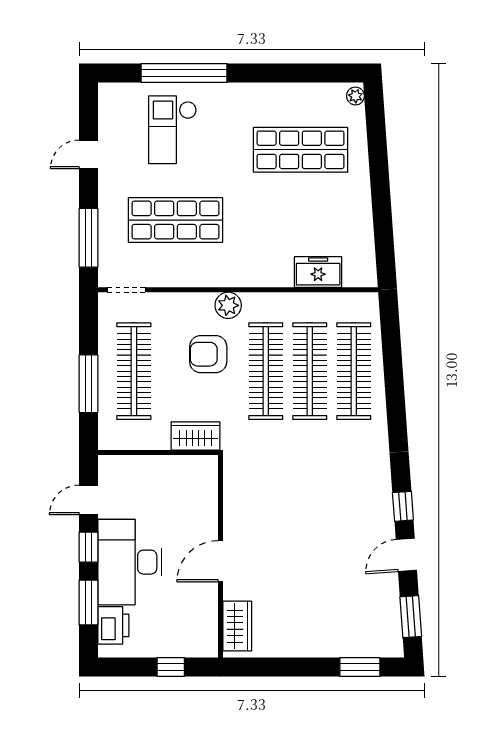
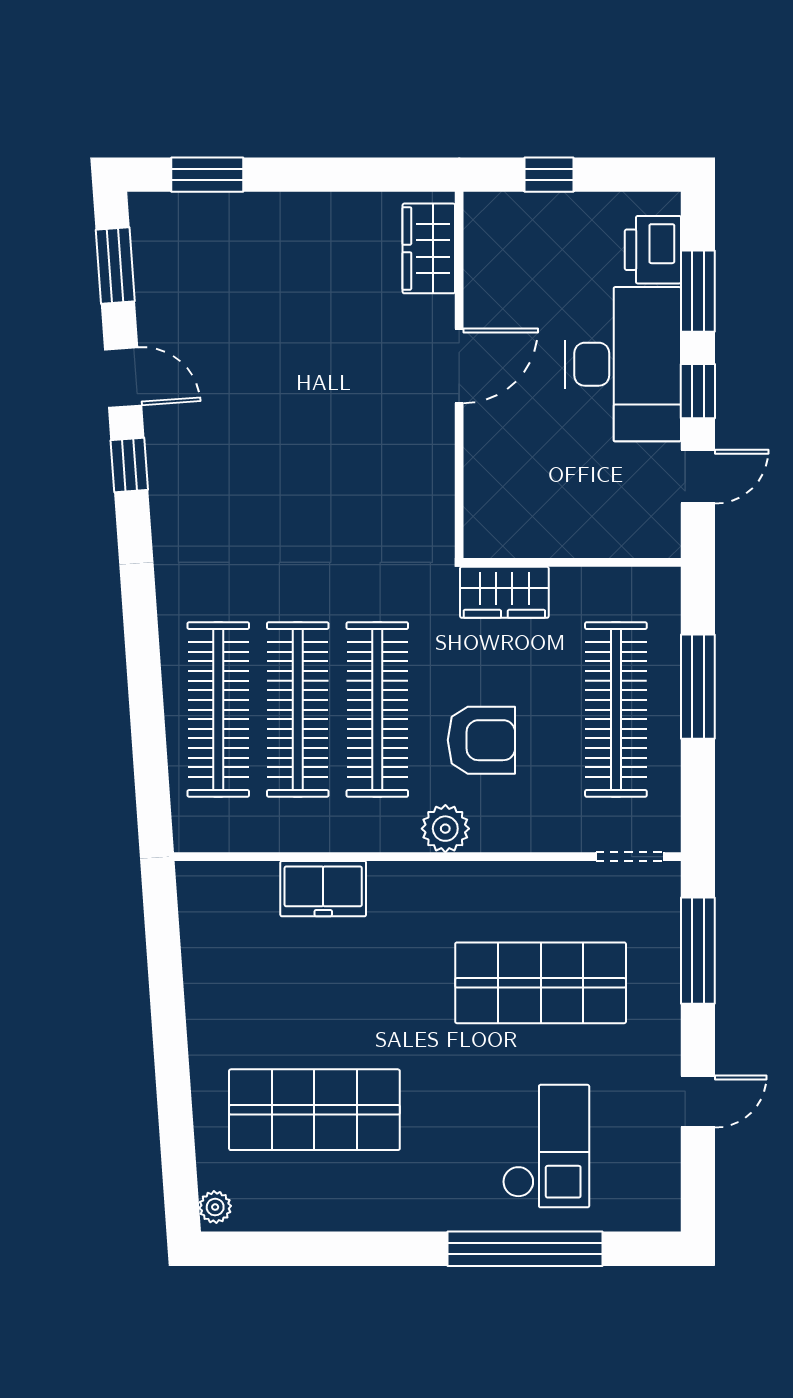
freezer: (318, 272) -> (323, 889), moved
door: (406, 555) -> (123, 377), hinge flipped

